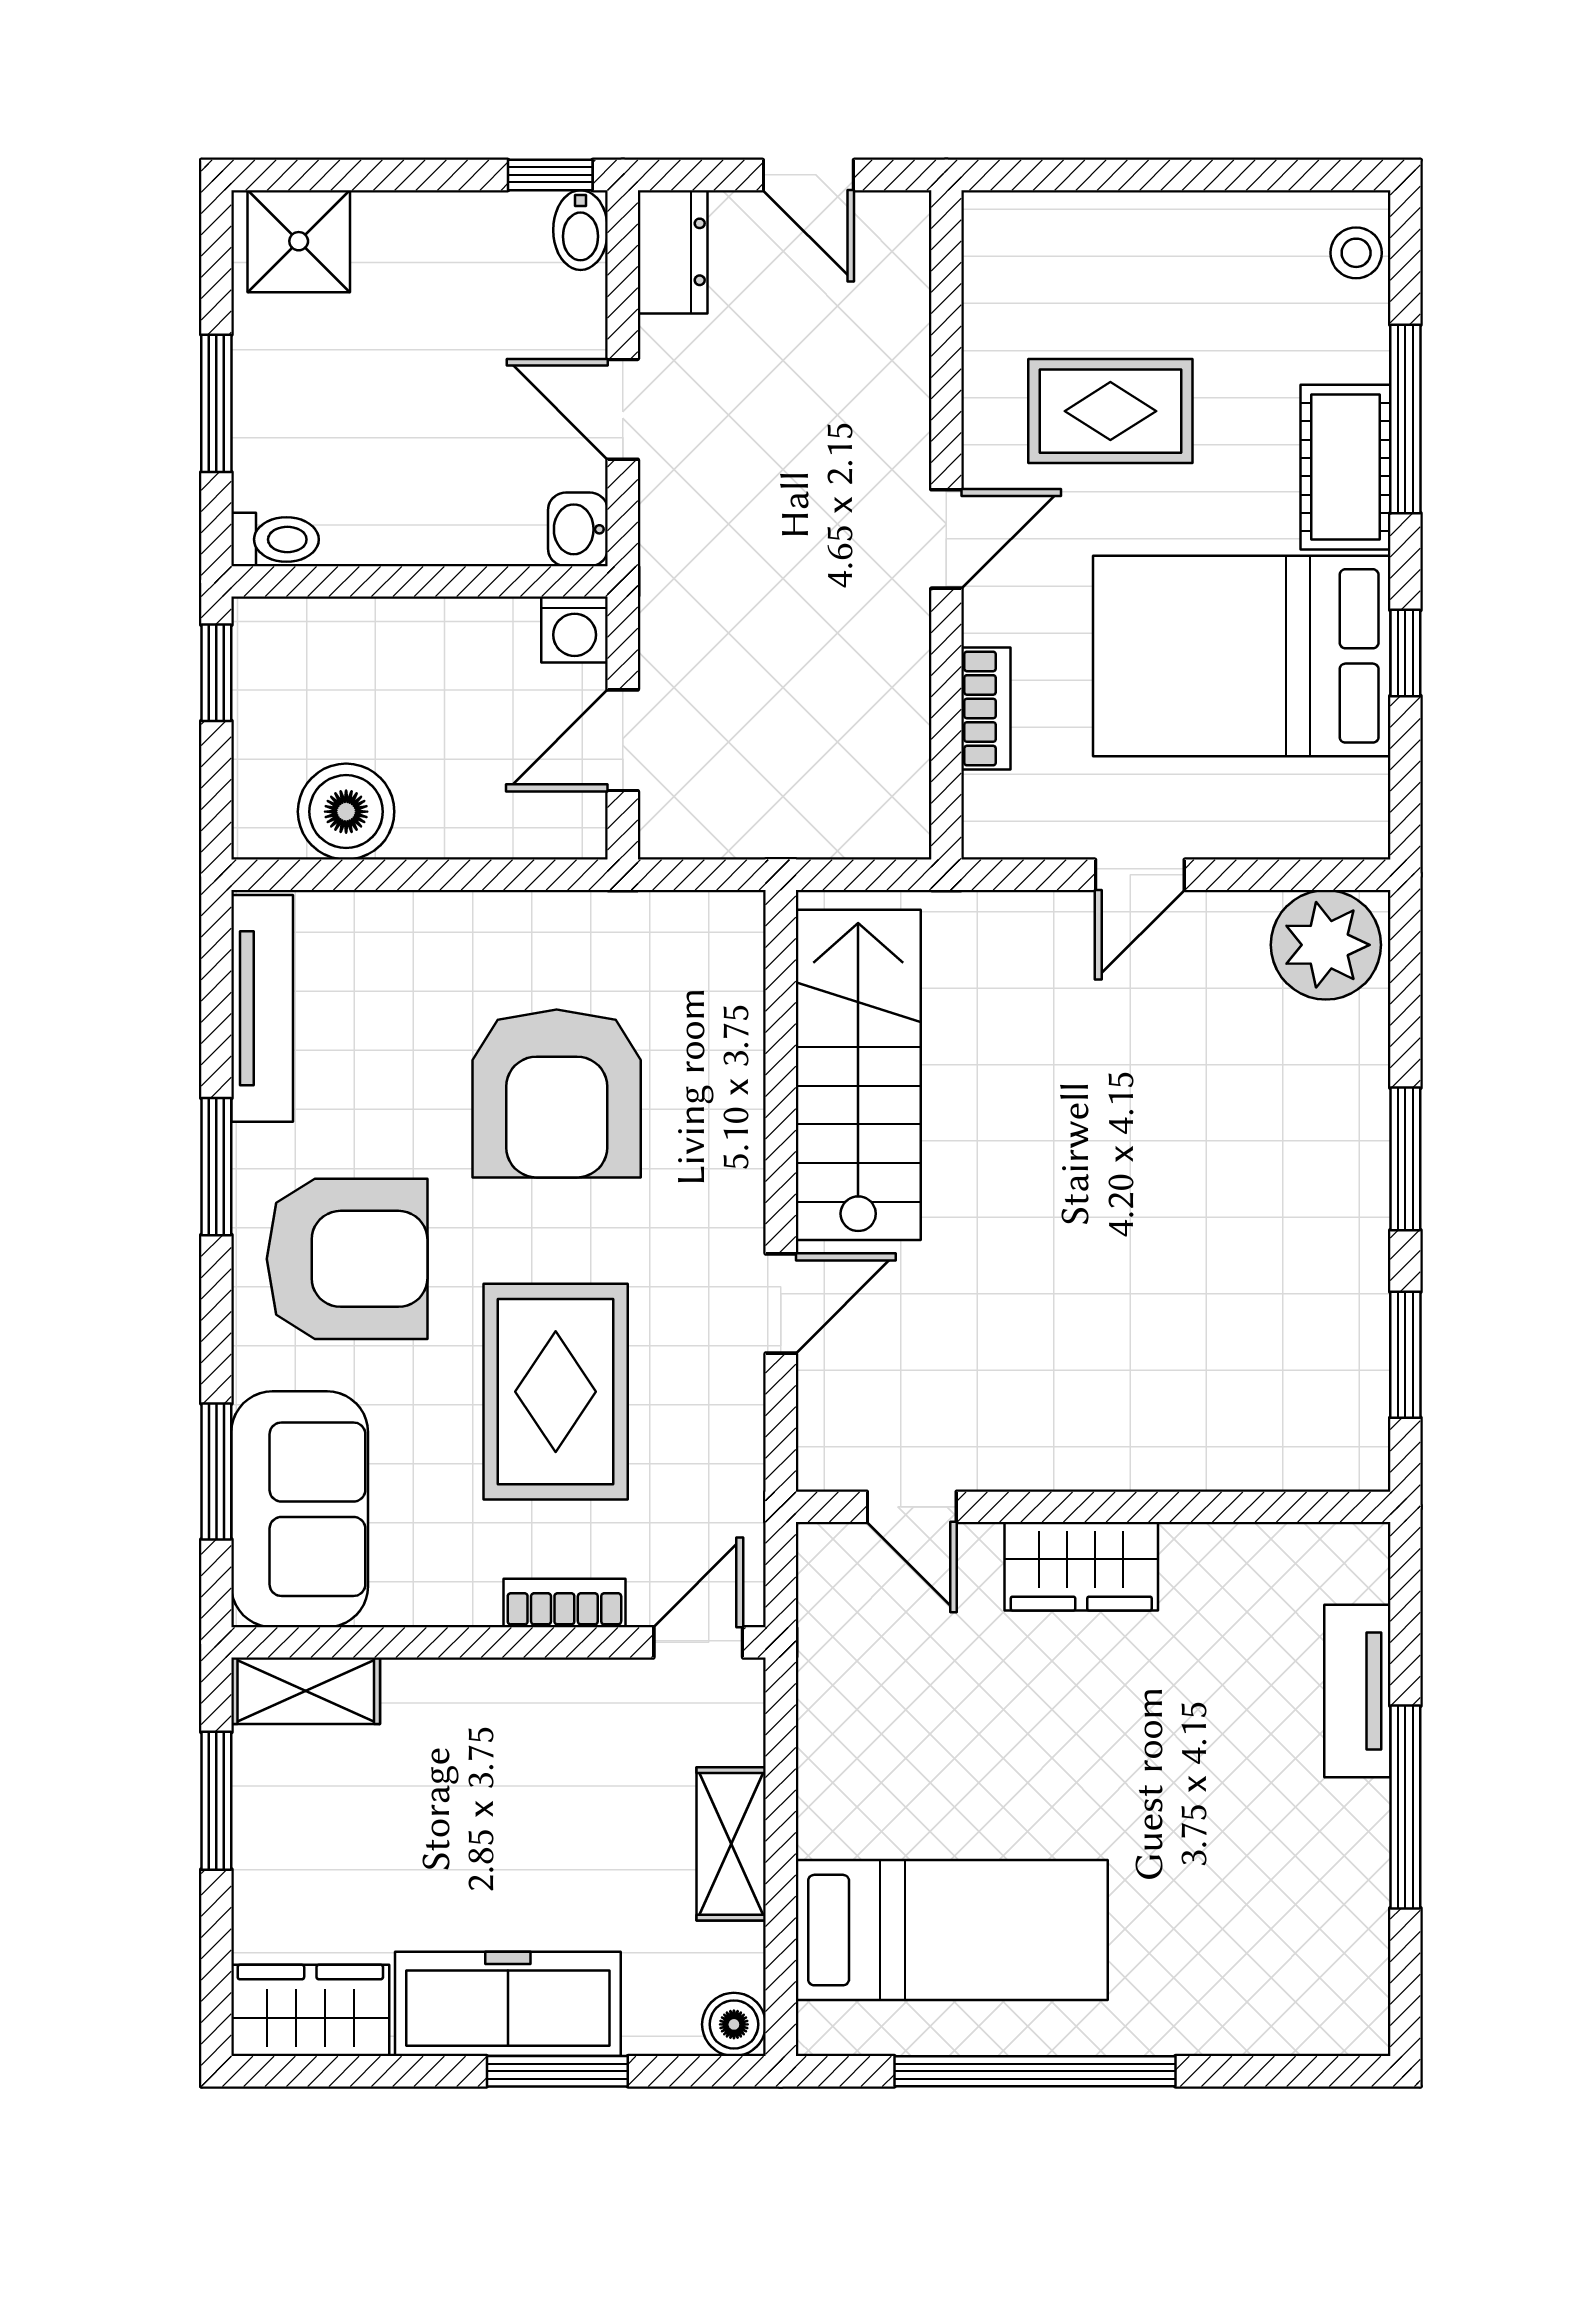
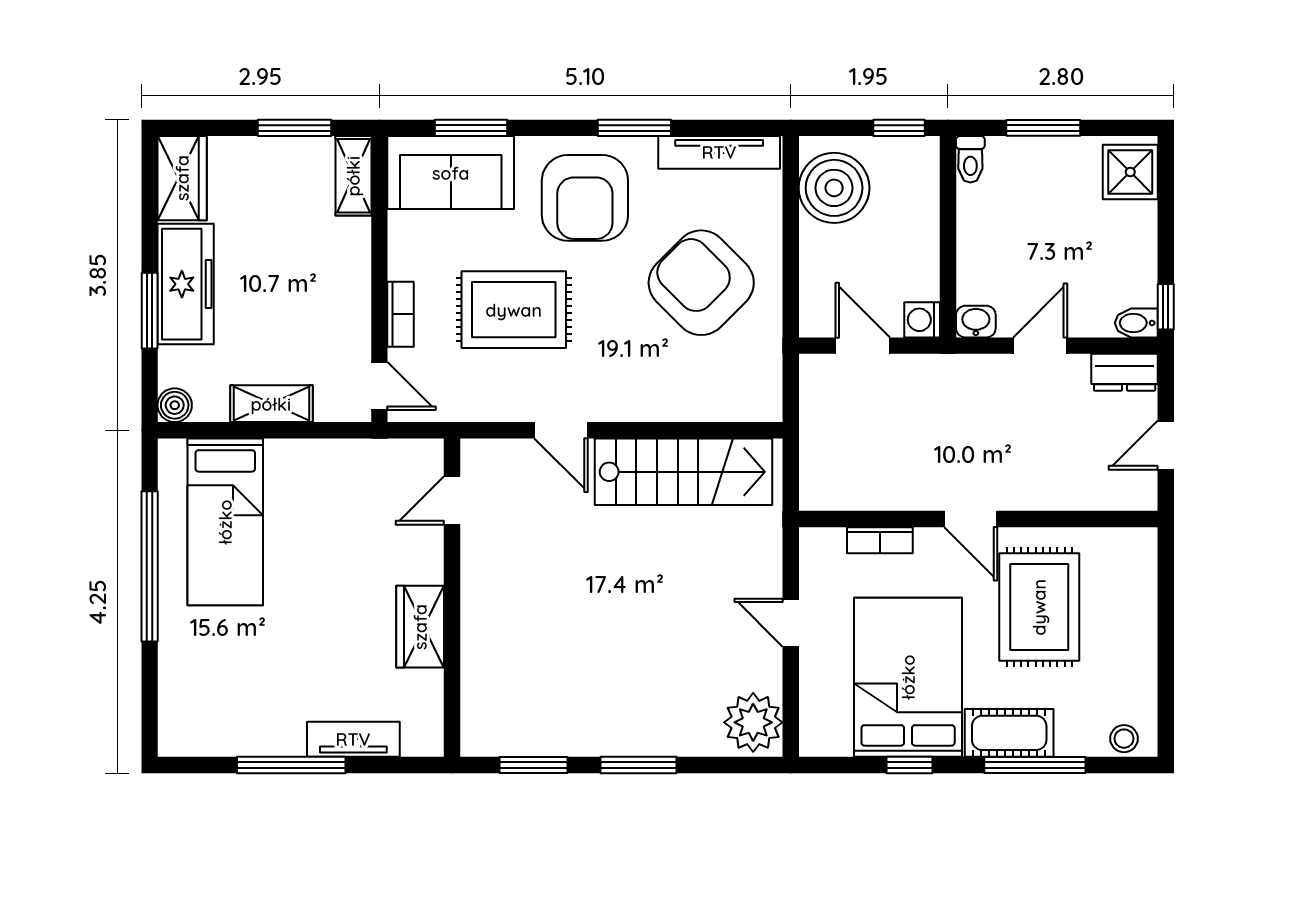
rug: (1110, 411) -> (1039, 607), width x1.36, depth x1.43
boiler: (346, 812) -> (834, 188), width x1.37, depth x1.37
armchair: (557, 1093) -> (701, 283), moved, turned 45
wardrobe: (1081, 1566) -> (420, 627), moved

